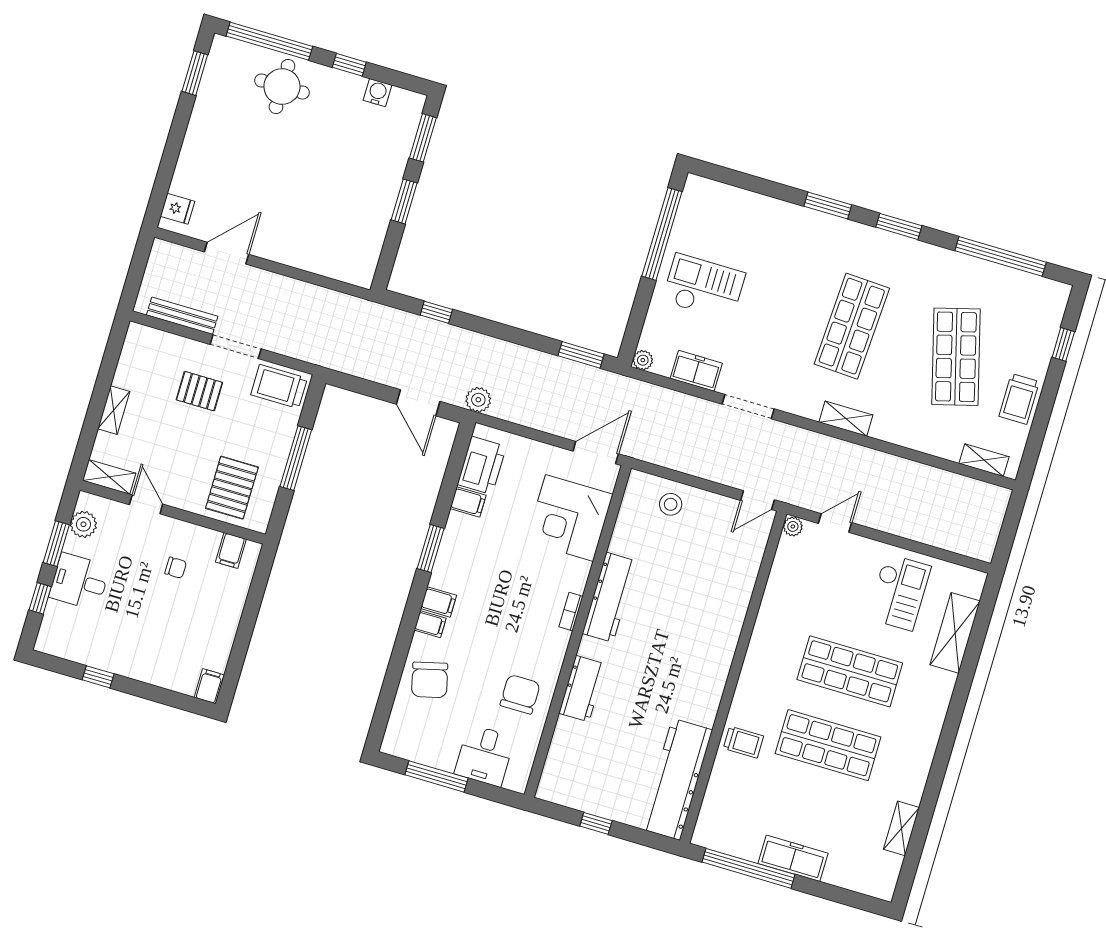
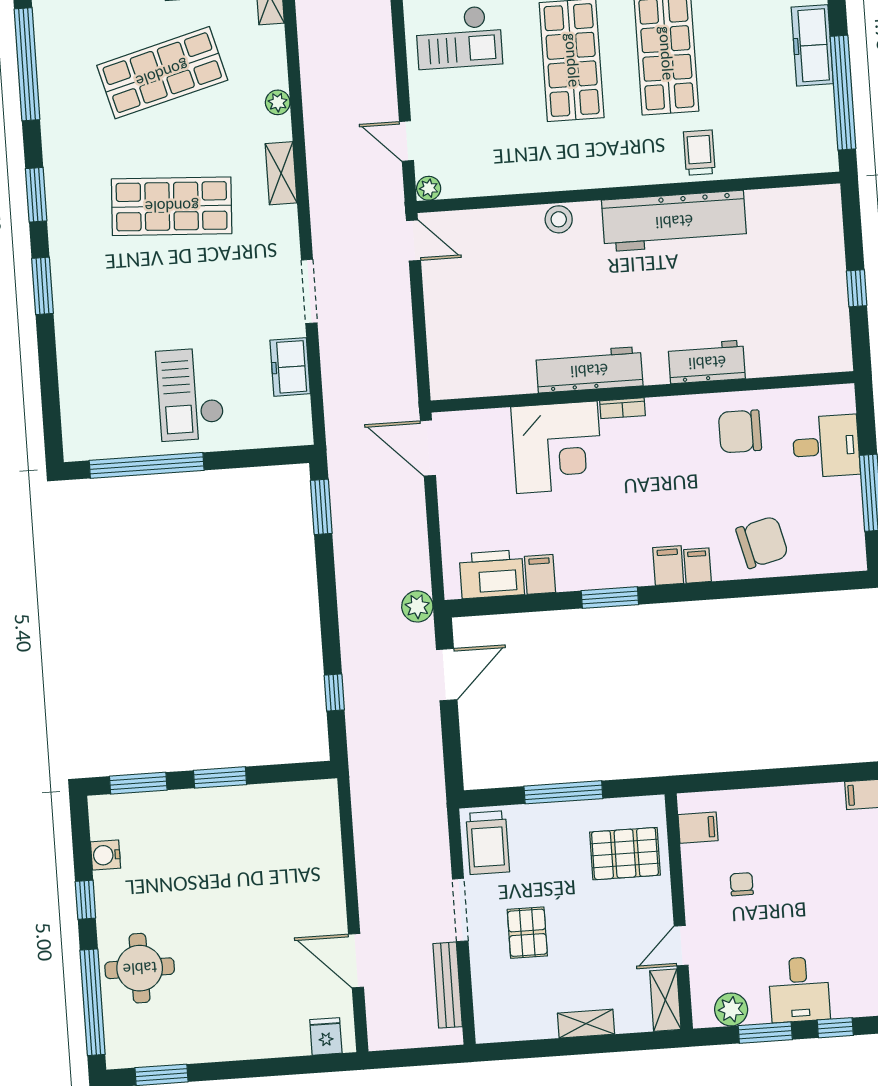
plant: (643, 360) -> (278, 102), moved
stool: (671, 504) -> (559, 219), moved
corner desk: (569, 518) -> (557, 447), moved
checkout: (899, 592) -> (459, 37), turned 180
workbench: (676, 779) -> (674, 221), moved

